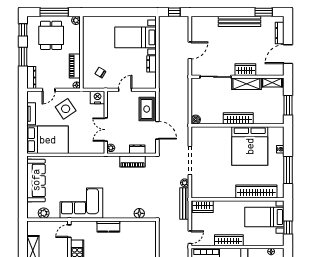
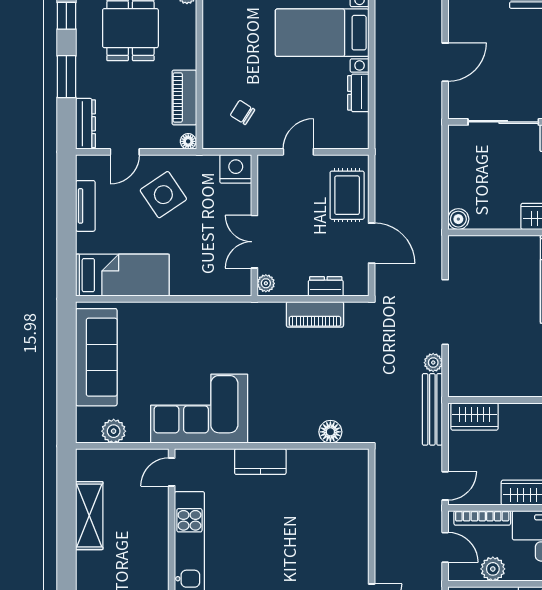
bed: (48, 140) -> (122, 275), width x0.67

